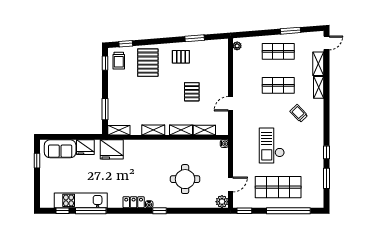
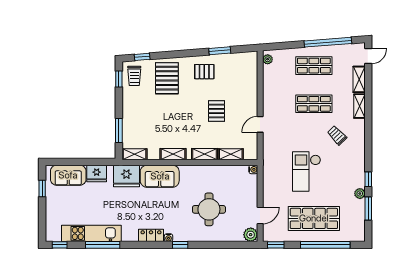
window: (291, 31) -> (328, 42), width x2.11
sofa: (141, 150) -> (160, 176), added
plant: (319, 165) -> (360, 194), added
window: (62, 211) -> (60, 245), moved

